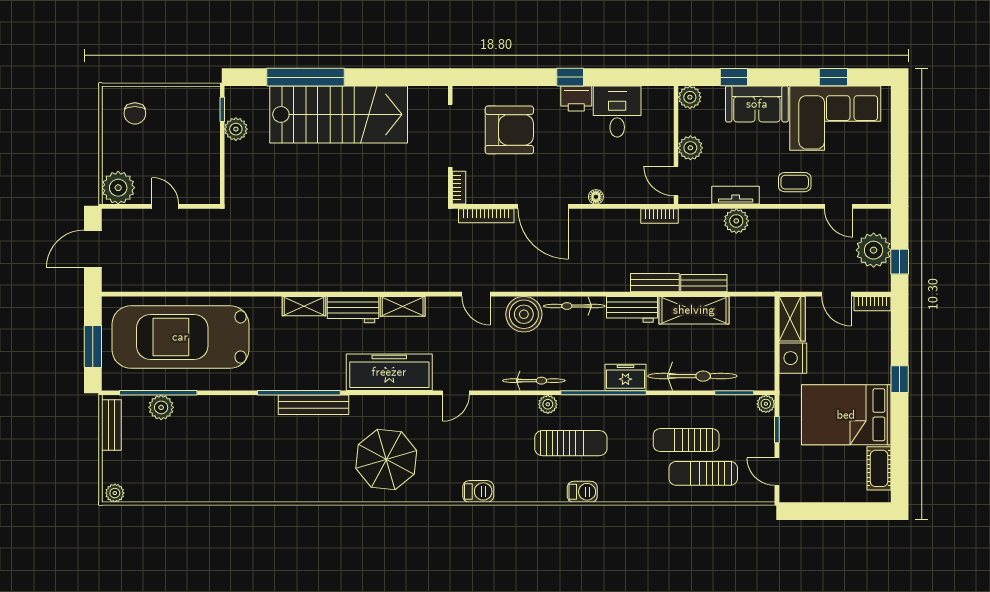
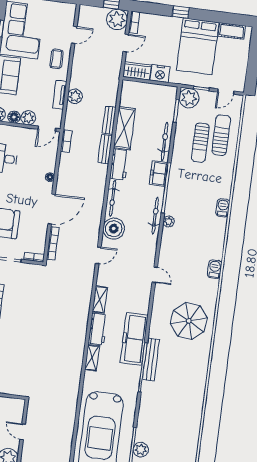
floor lamp: (688, 124) -> (14, 117), added
door: (165, 206) -> (23, 432), hinge flipped
plant: (874, 250) -> (117, 19), moved
freezer: (389, 372) -> (134, 339), moved
bicycle: (692, 376) -> (165, 141), width x0.73, depth x0.71
bicycle: (534, 381) -> (155, 216), moved
plant: (766, 404) -> (189, 98), width x1.88, depth x1.88
sun lounger: (571, 443) -> (193, 211), removed
sun lounger: (703, 473) -> (221, 135), turned 180

